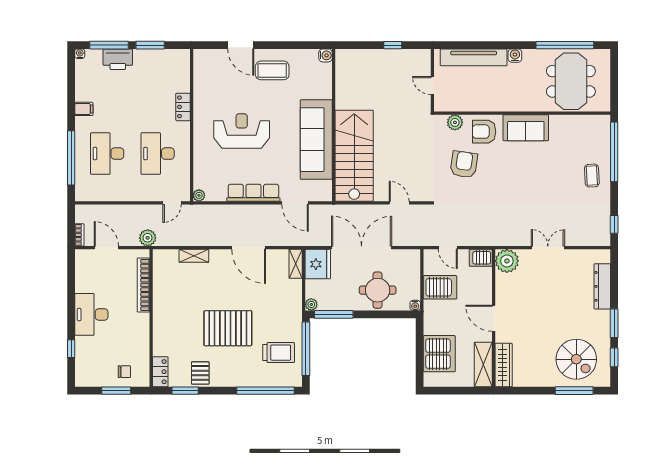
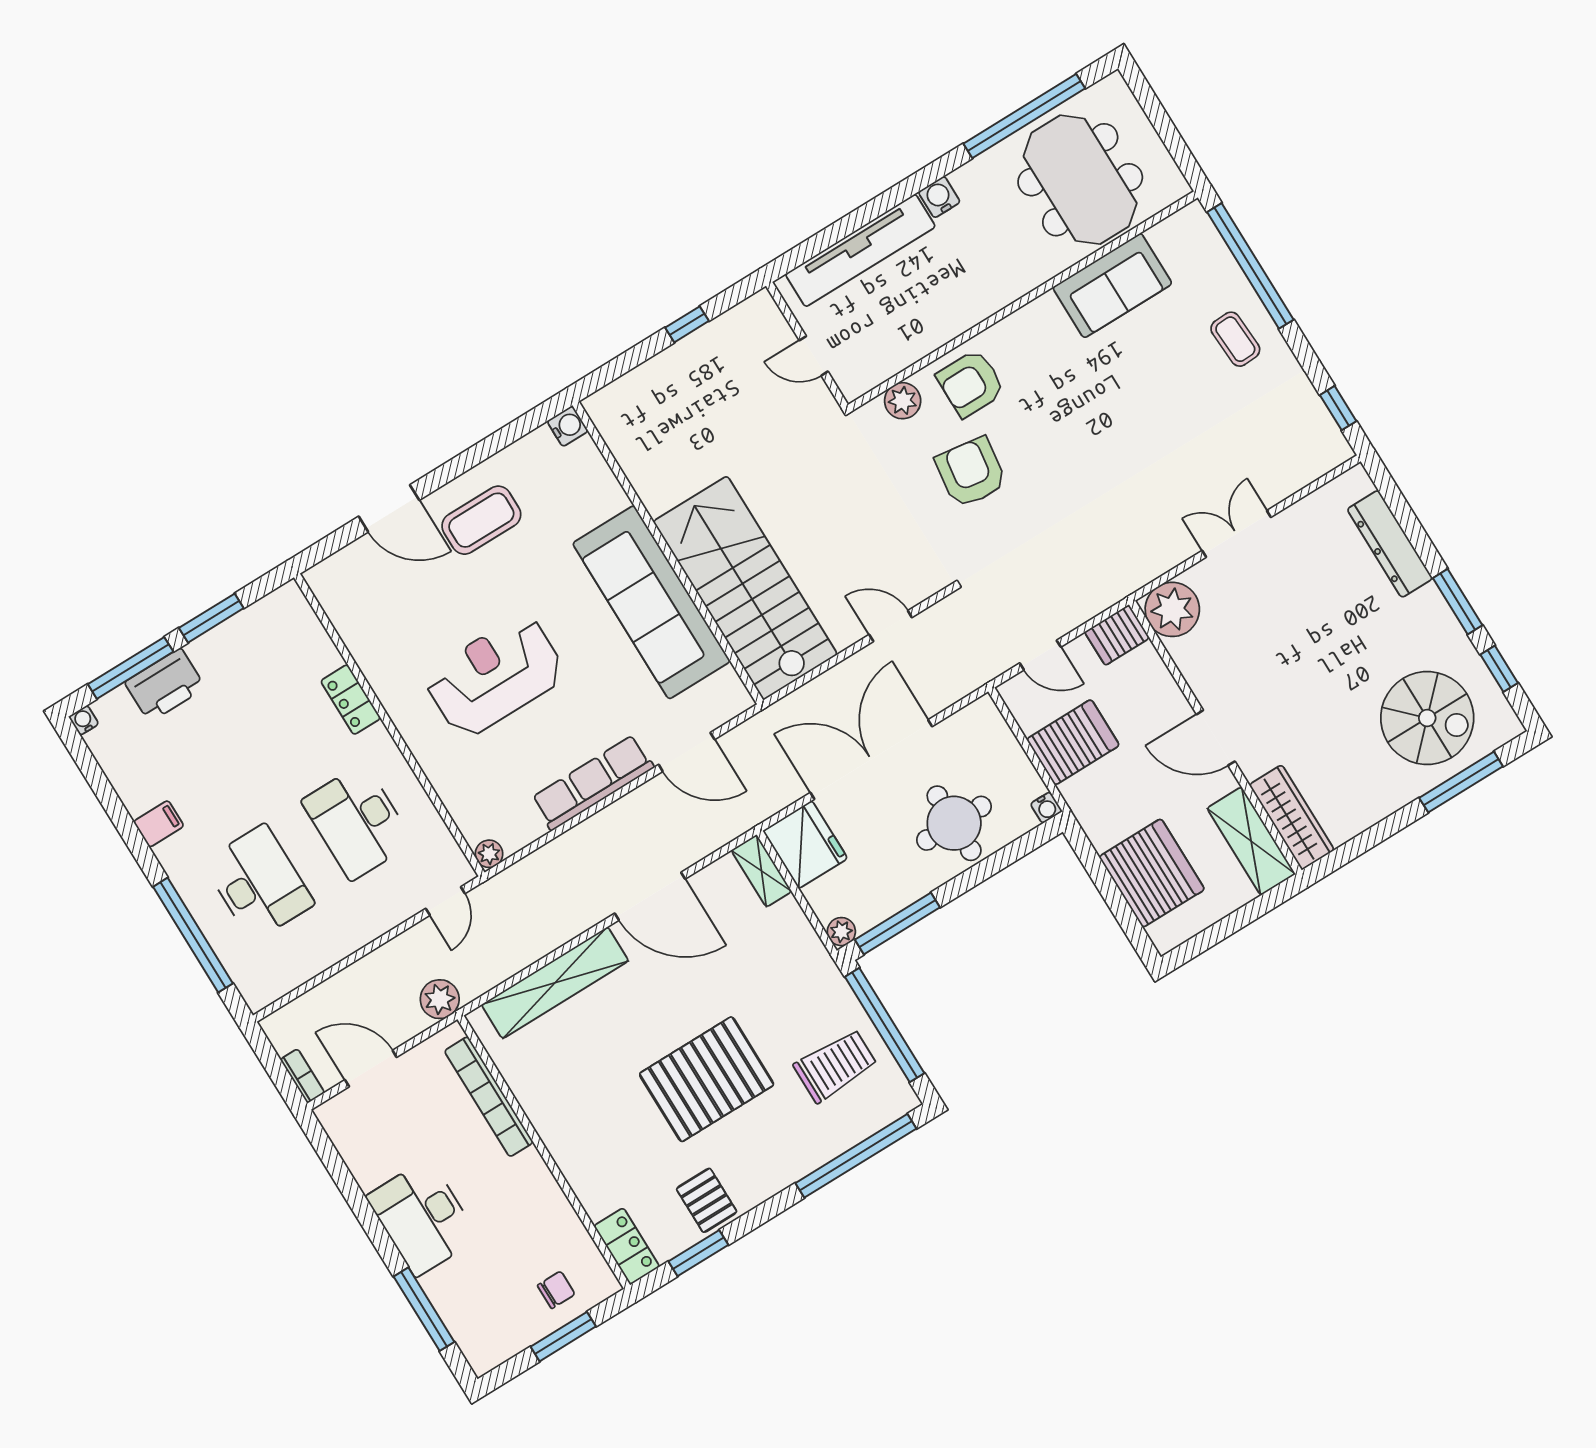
sofa: (526, 128) -> (1112, 285), moved
desk: (107, 154) -> (258, 883), turned 180
shelving: (194, 256) -> (555, 983), width x2.20, depth x1.33
window: (71, 349) -> (424, 1309), width x2.17

